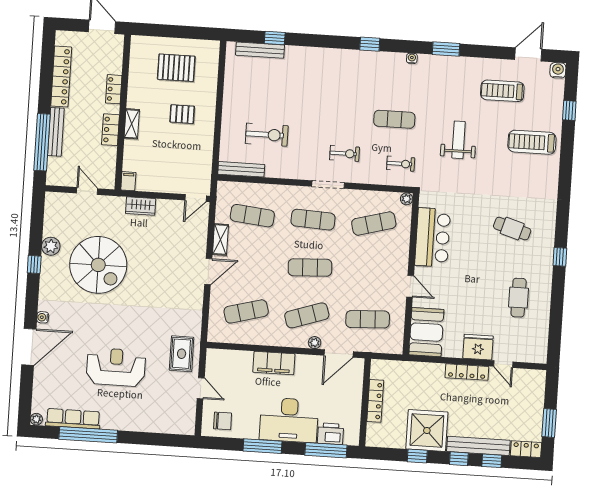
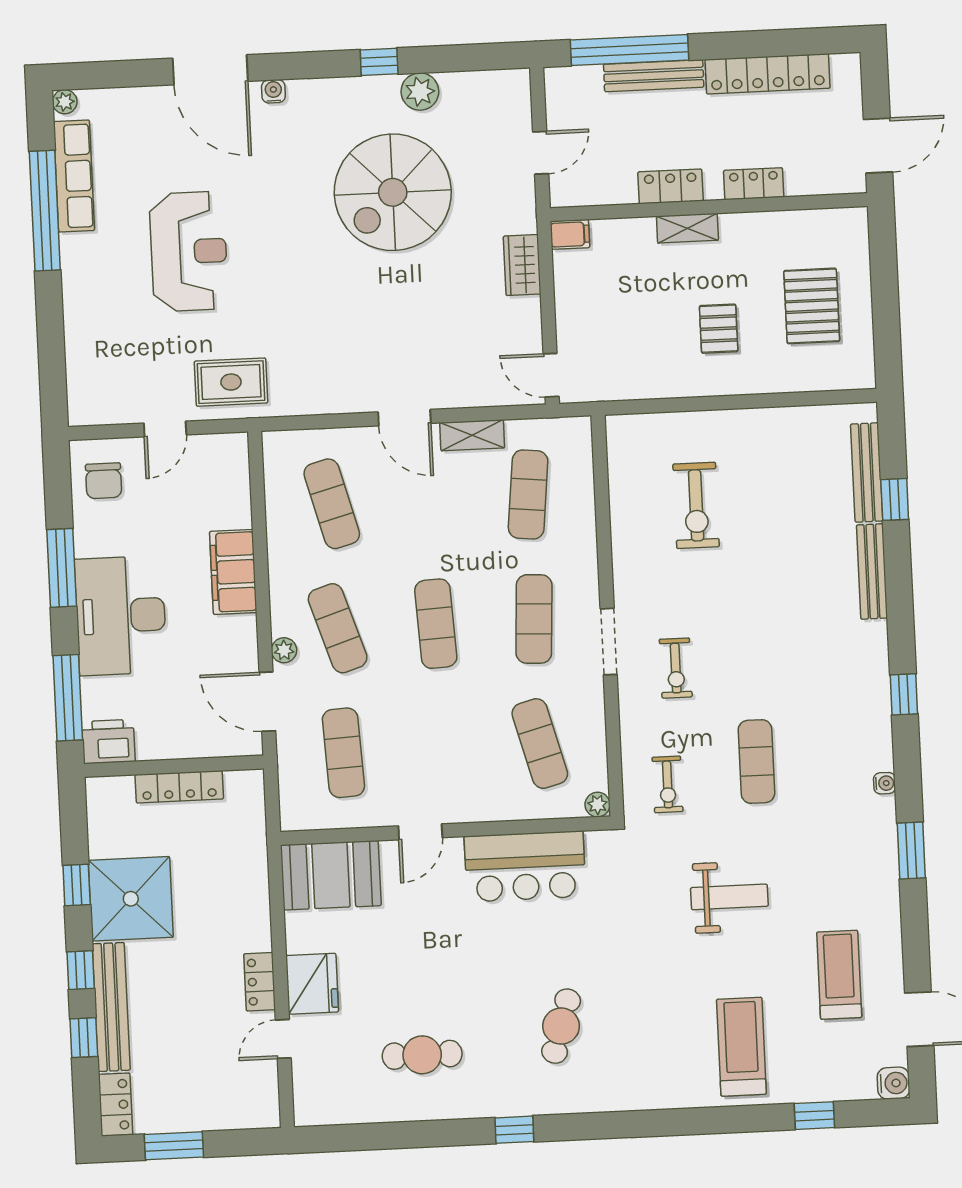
bench: (241, 169) -> (872, 571), moved
locker: (467, 372) -> (260, 982), width x0.66
printer: (331, 434) -> (108, 742), moved, turned -90

